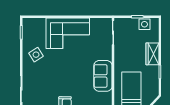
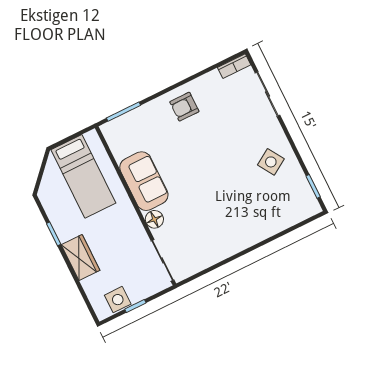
corner sofa: (68, 33) -> (236, 223), removed
floor lamp: (107, 55) -> (154, 219), added

